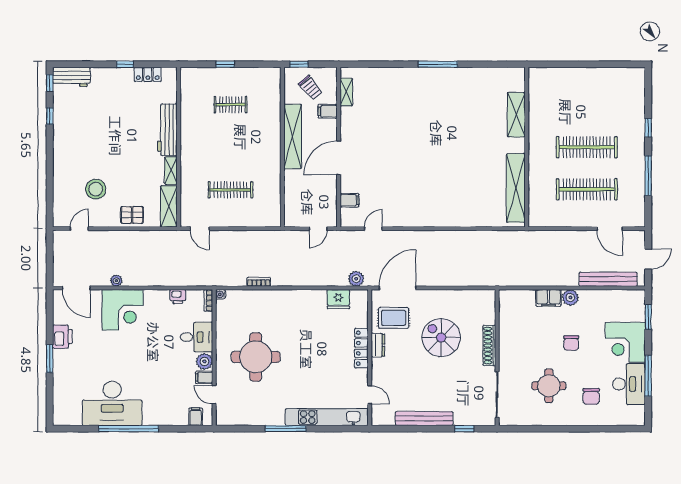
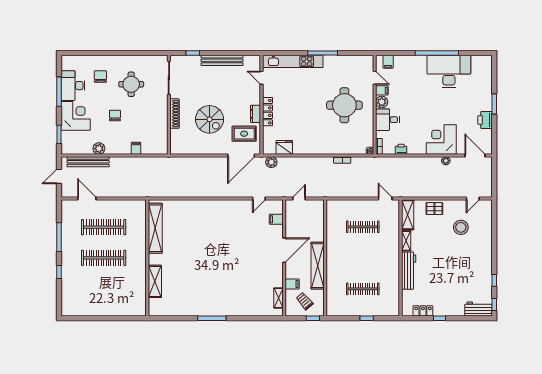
clothes rail: (230, 105) -> (363, 289), width x1.36
plant: (570, 297) -> (99, 149), moved
filing cabinet: (548, 298) -> (136, 148), width x0.50

